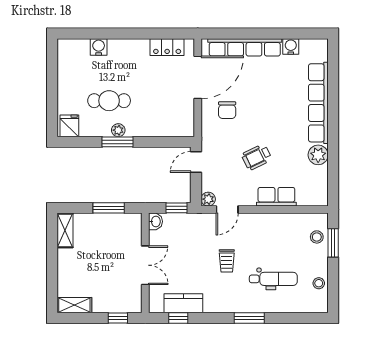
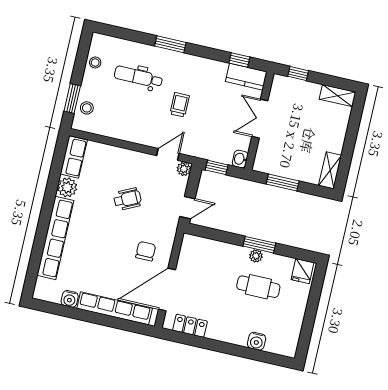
row of seats: (276, 197) -> (74, 157), moved, turned -90
kitchen counter: (183, 303) -> (246, 77), moved

